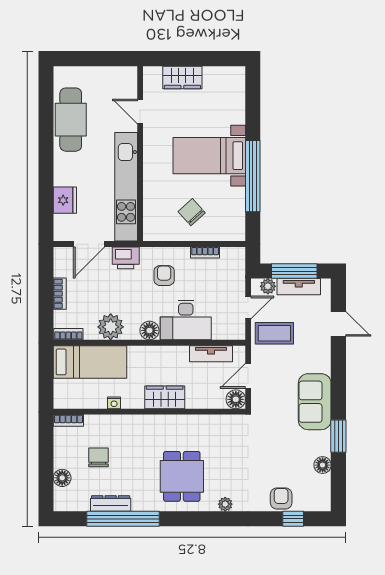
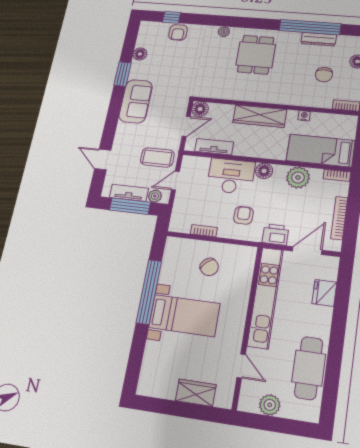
plant: (105, 77) -> (270, 405), added
armchair: (164, 276) -> (243, 215), turned 180
bookcase: (60, 294) -> (339, 218), width x1.56
wardrobe: (165, 397) -> (260, 116), width x1.50

